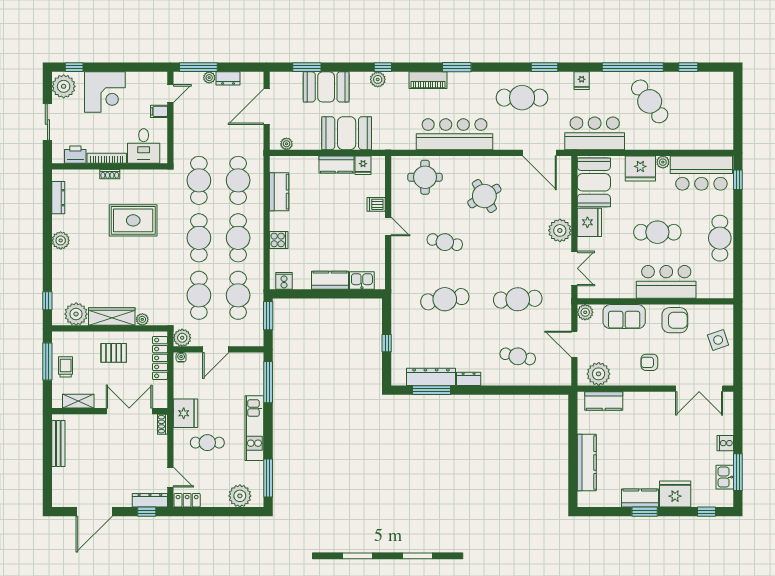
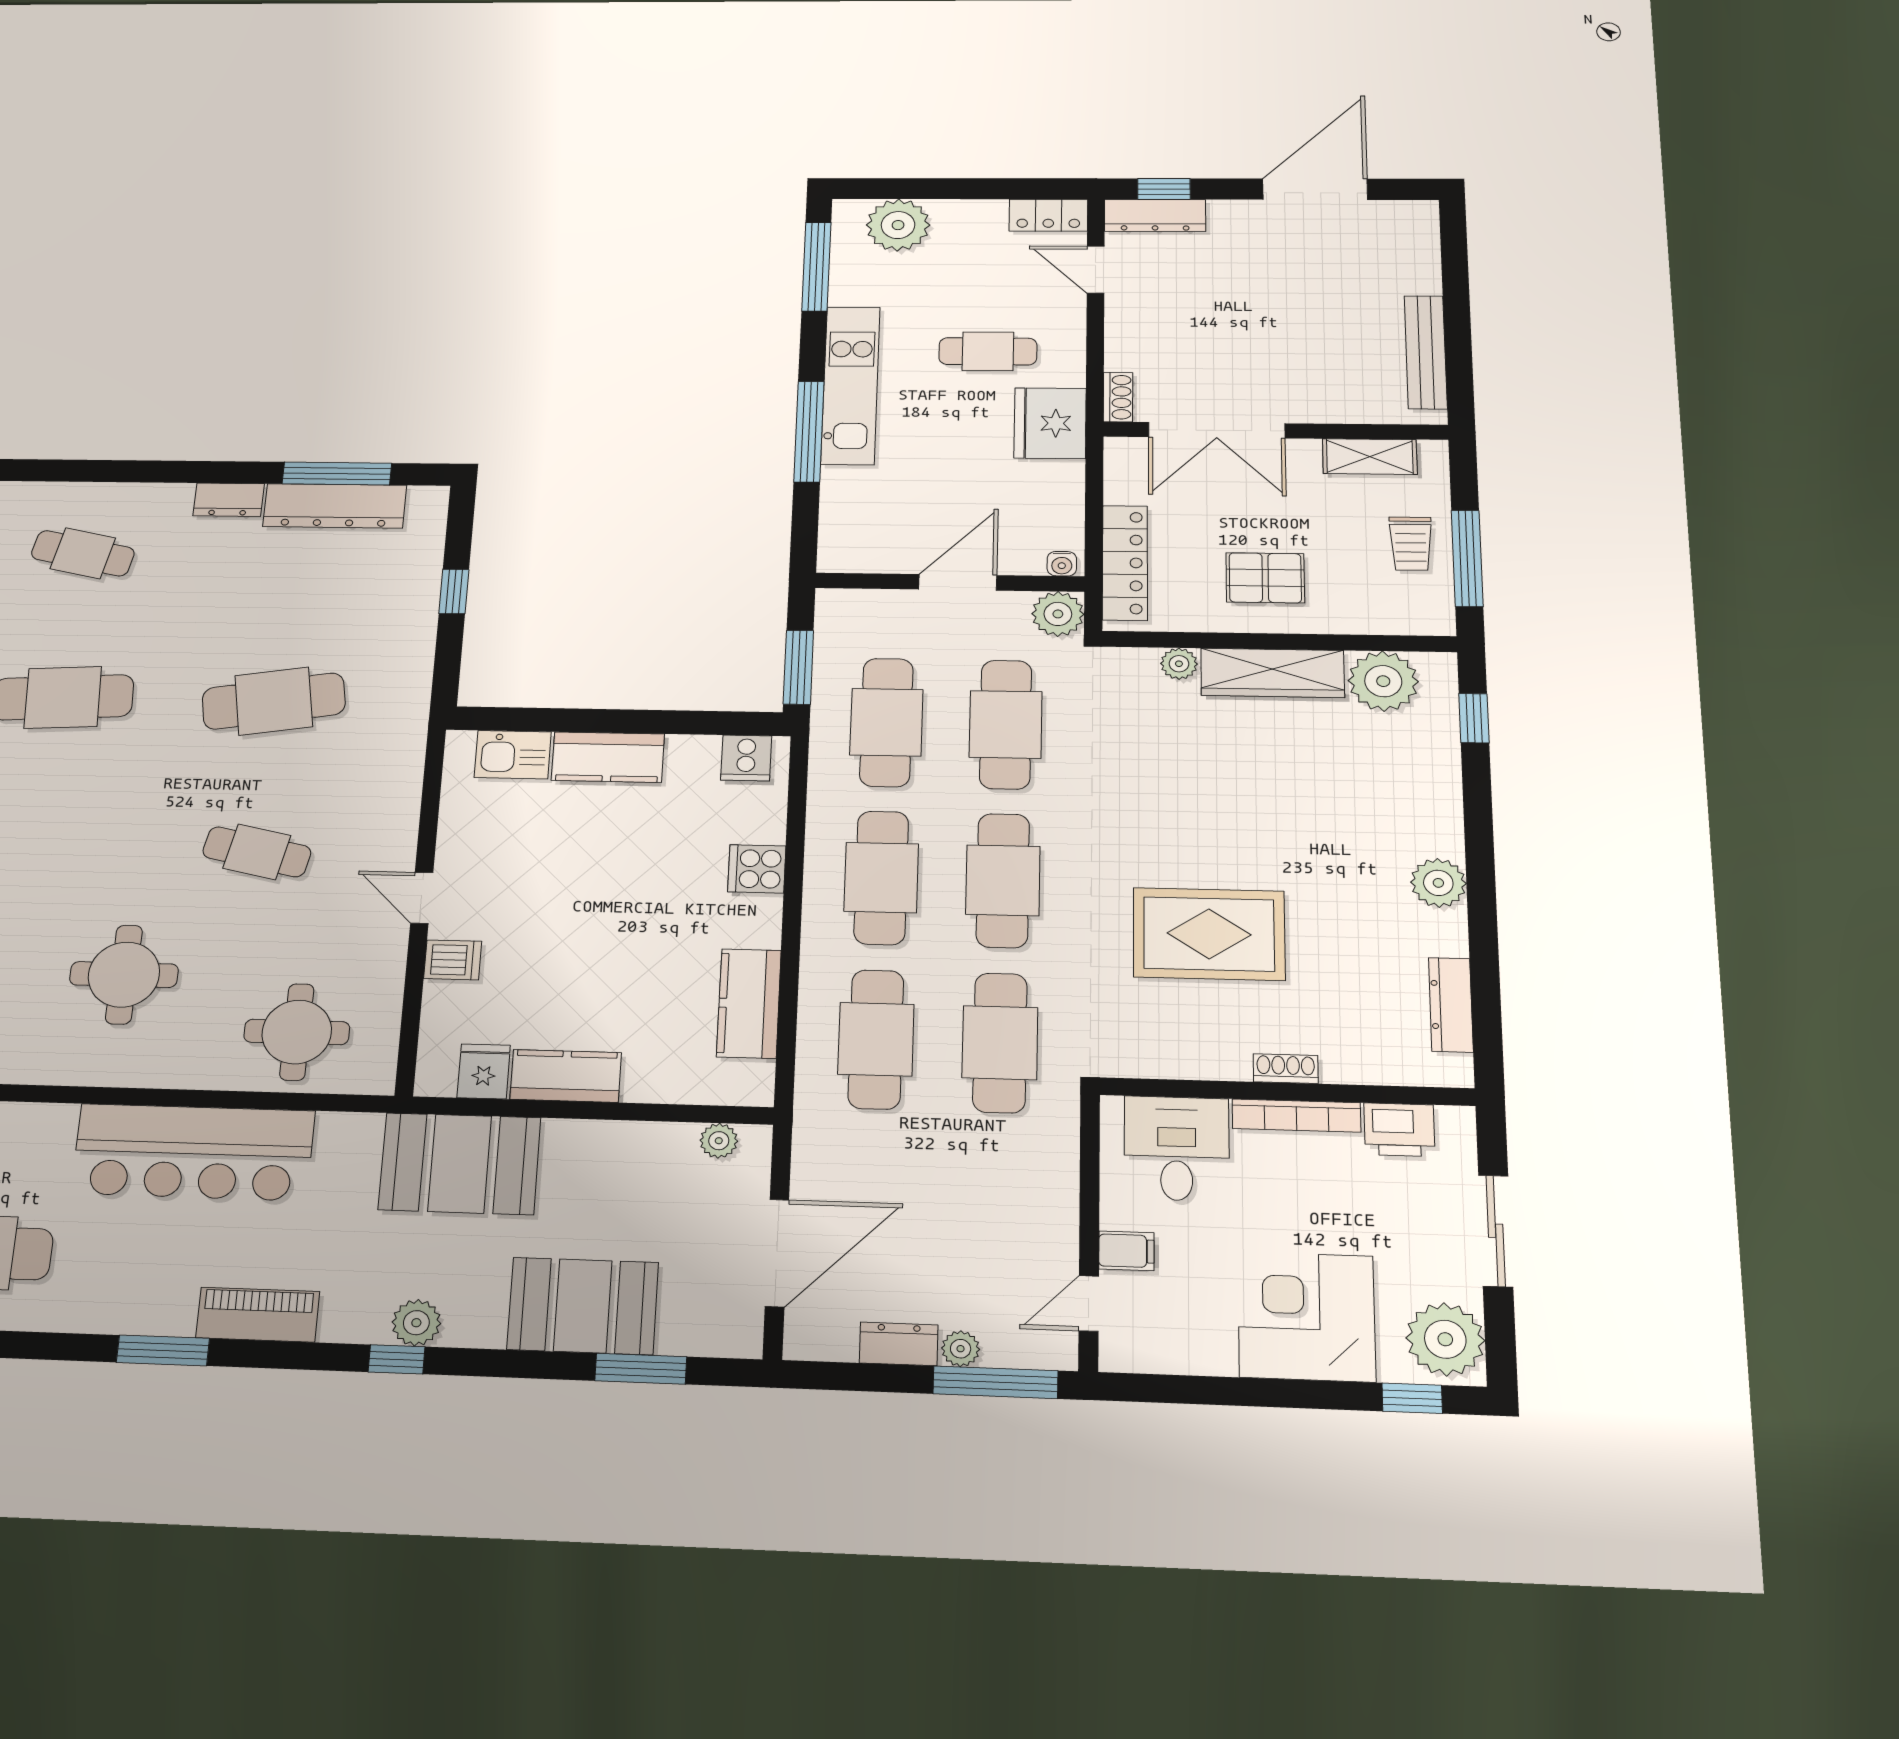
booth: (347, 133) -> (460, 1164), moved
round table: (484, 196) -> (124, 975), turned 31
window: (268, 382) -> (809, 432), moved

